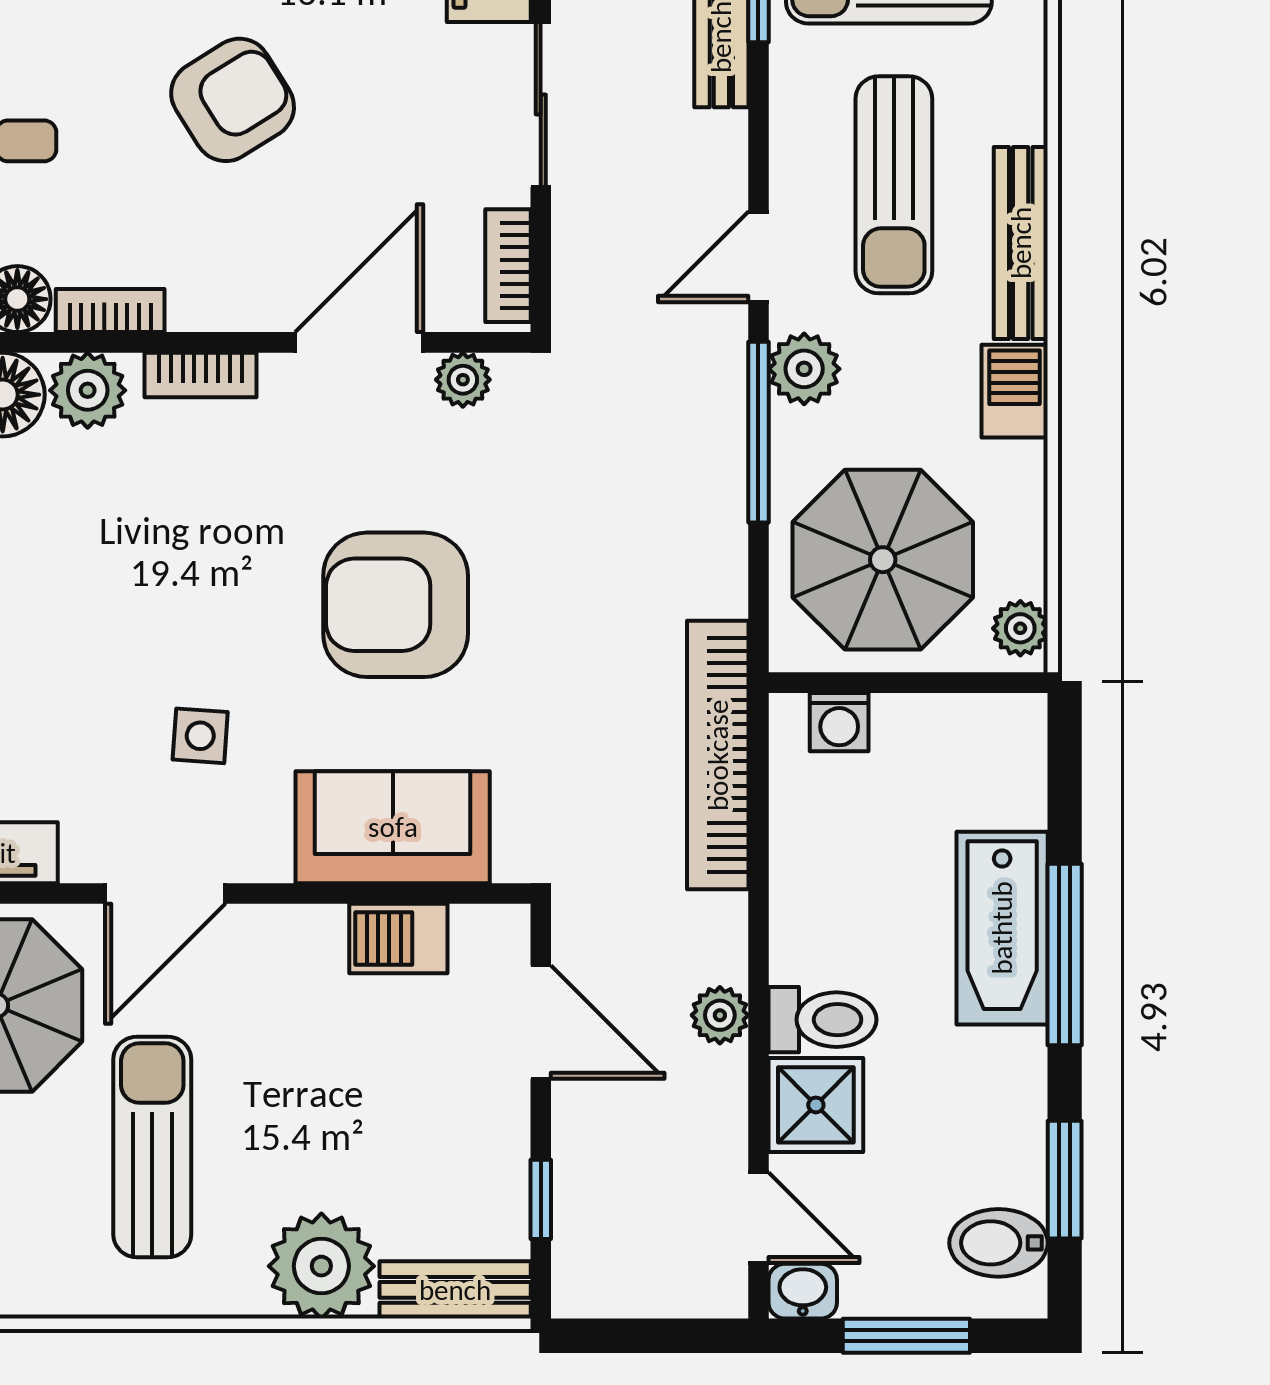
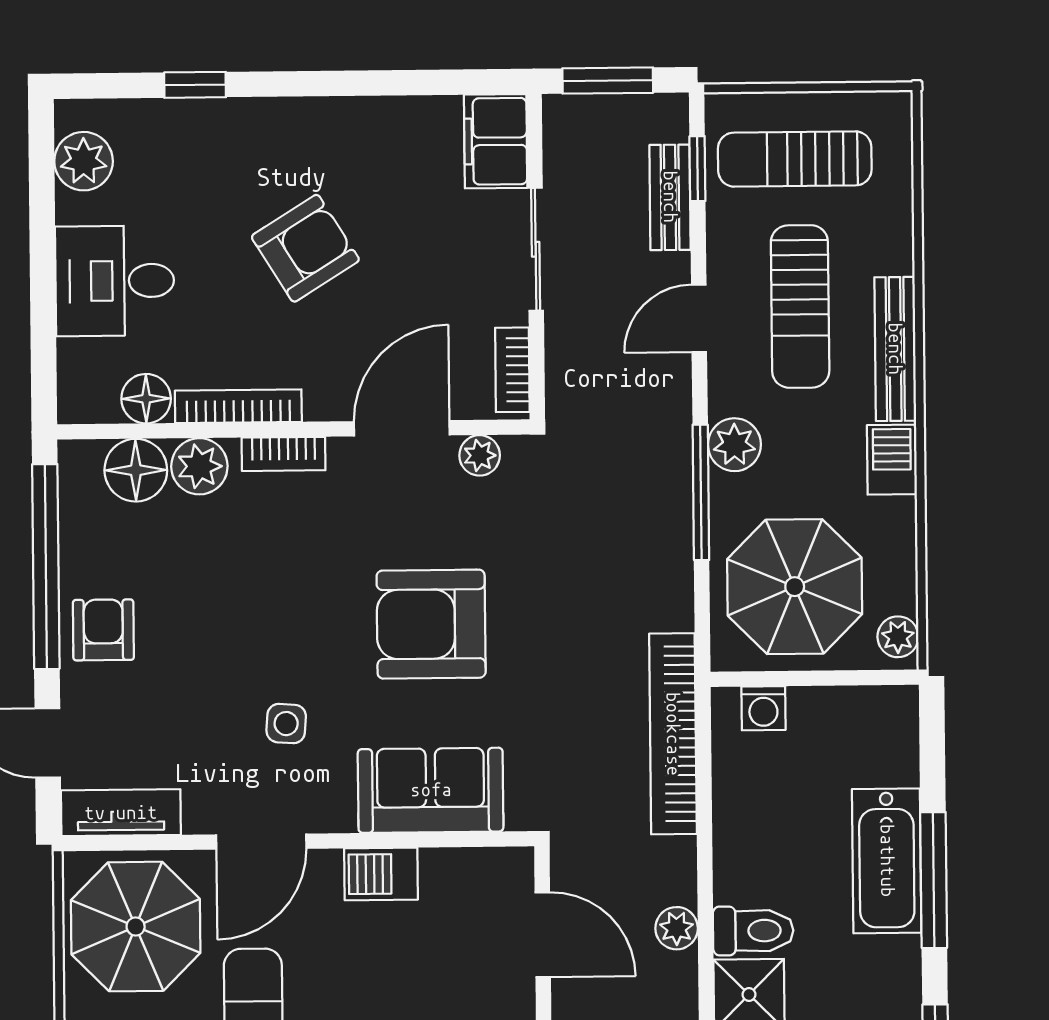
door: (758, 257) -> (699, 318), moved
bookcase: (110, 310) -> (238, 406), width x1.56
barbecue: (398, 938) -> (381, 874), moved

